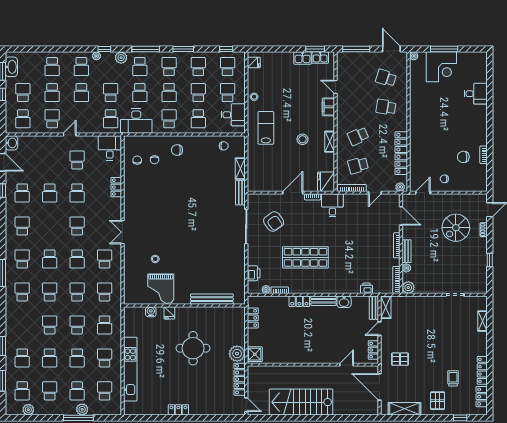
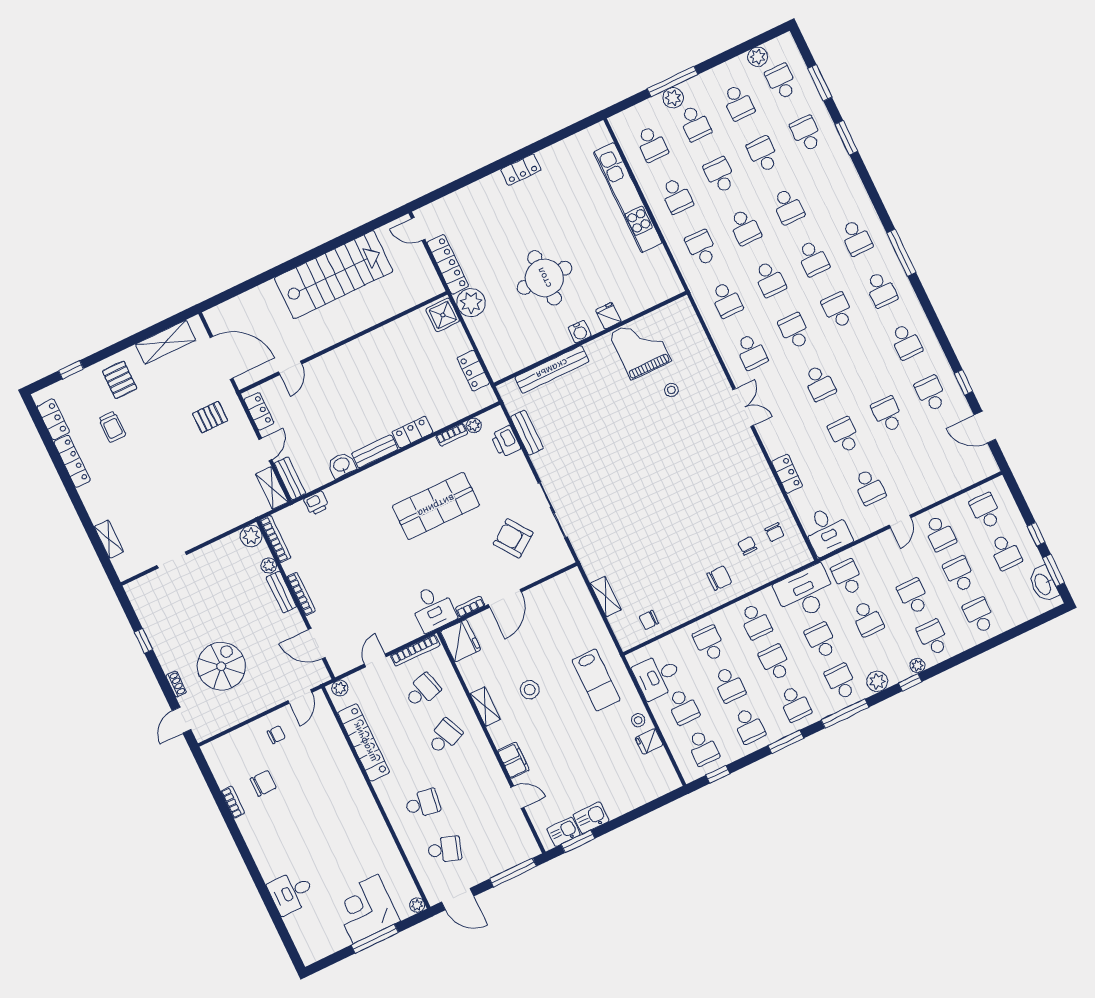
fridge: (254, 62) -> (649, 741), moved
washbasin: (11, 143) -> (986, 464), removed
bench: (240, 193) -> (527, 433), moved
water cooler: (151, 312) -> (580, 332), moved
school desk: (77, 391) -> (695, 123), turned 180

